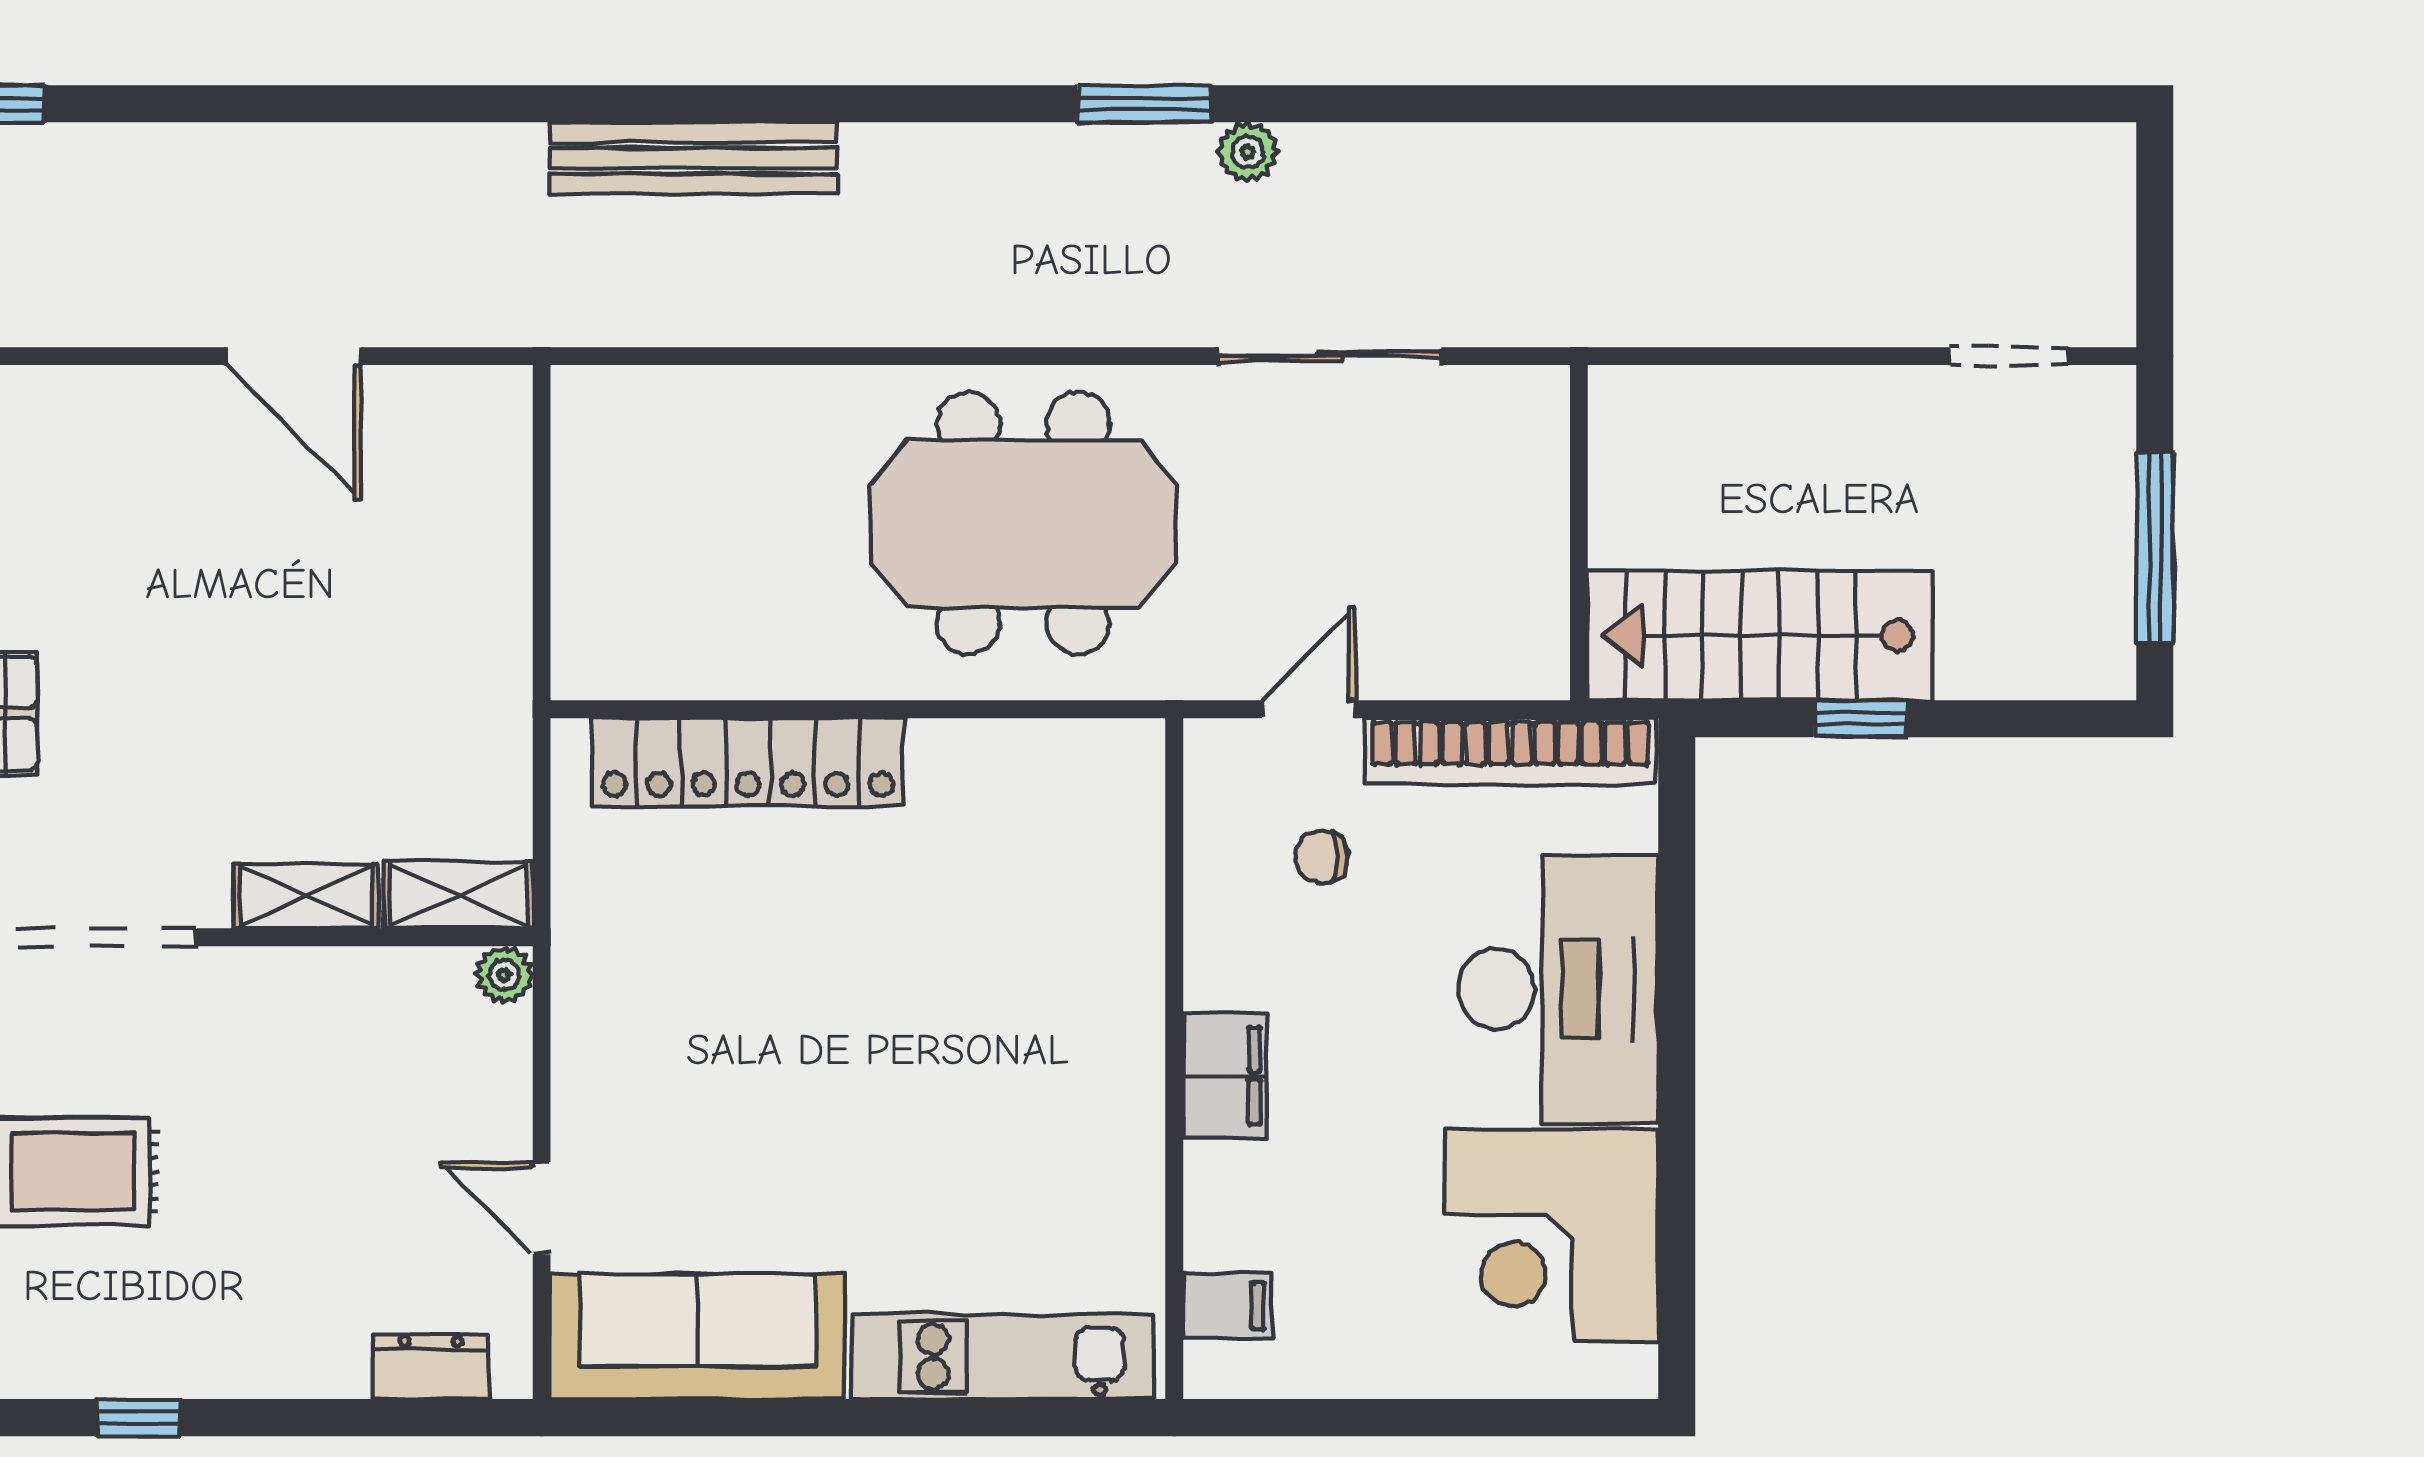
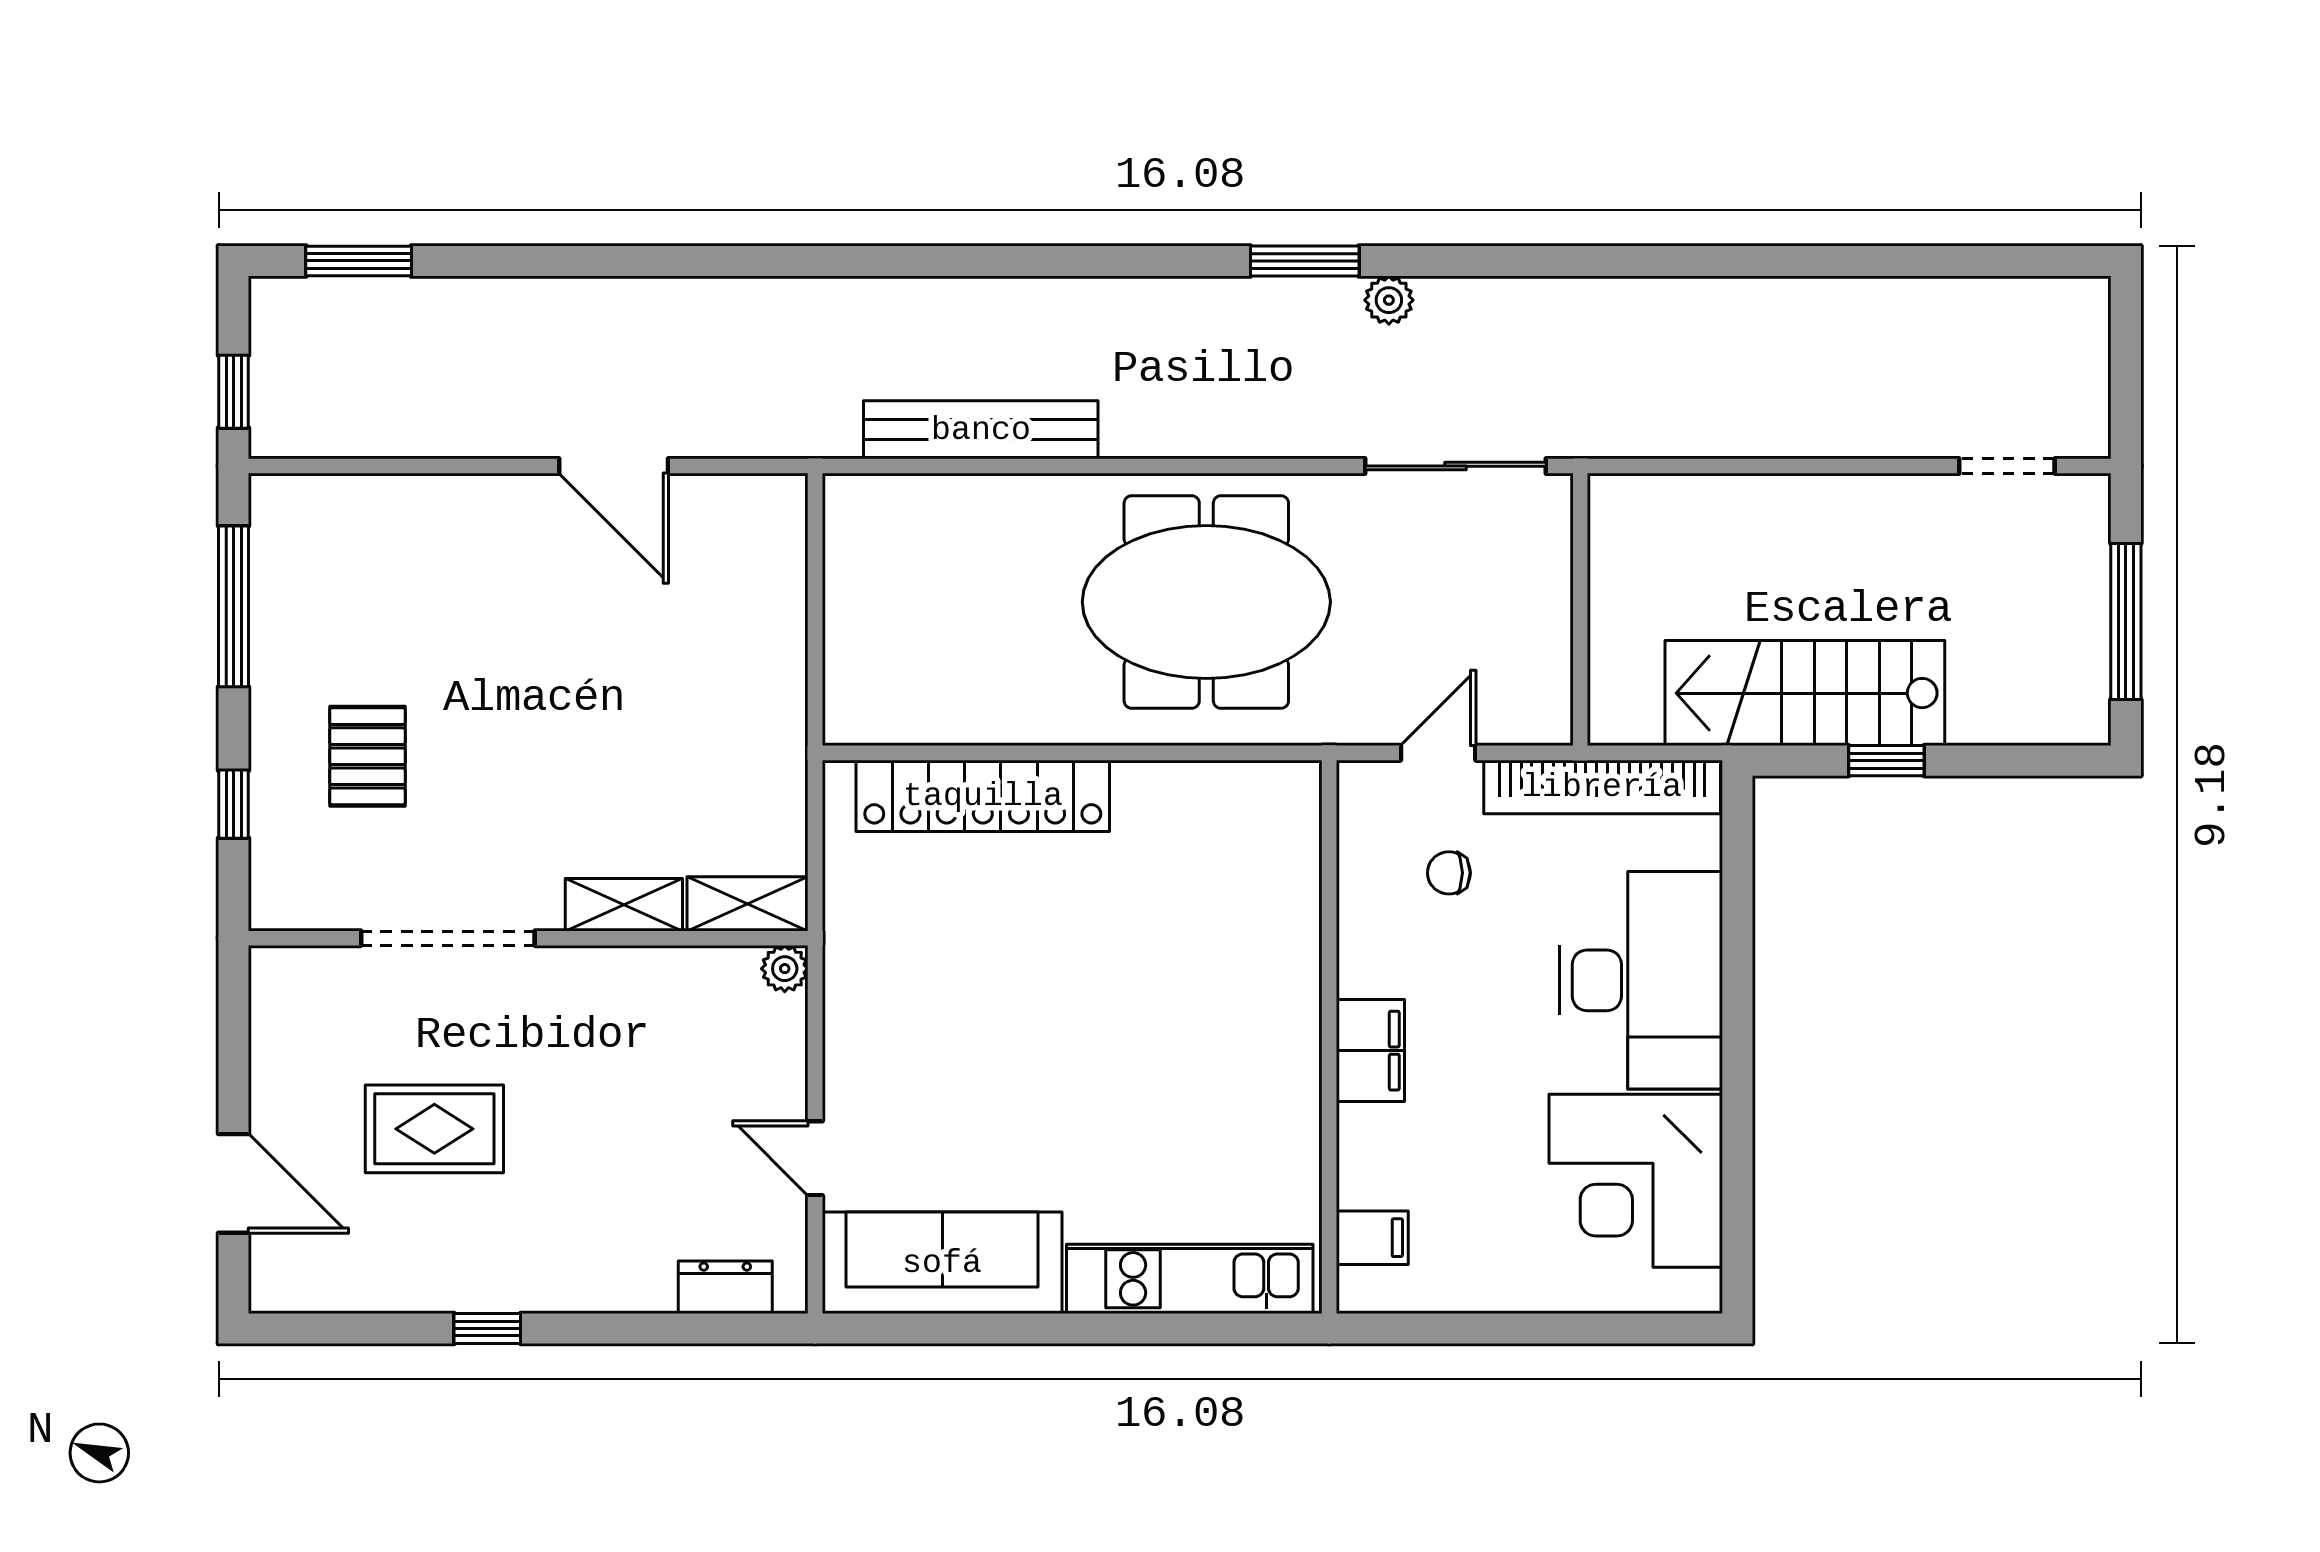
bench: (693, 158) -> (981, 430), moved
wall: (1579, 533) -> (1580, 609), moved

